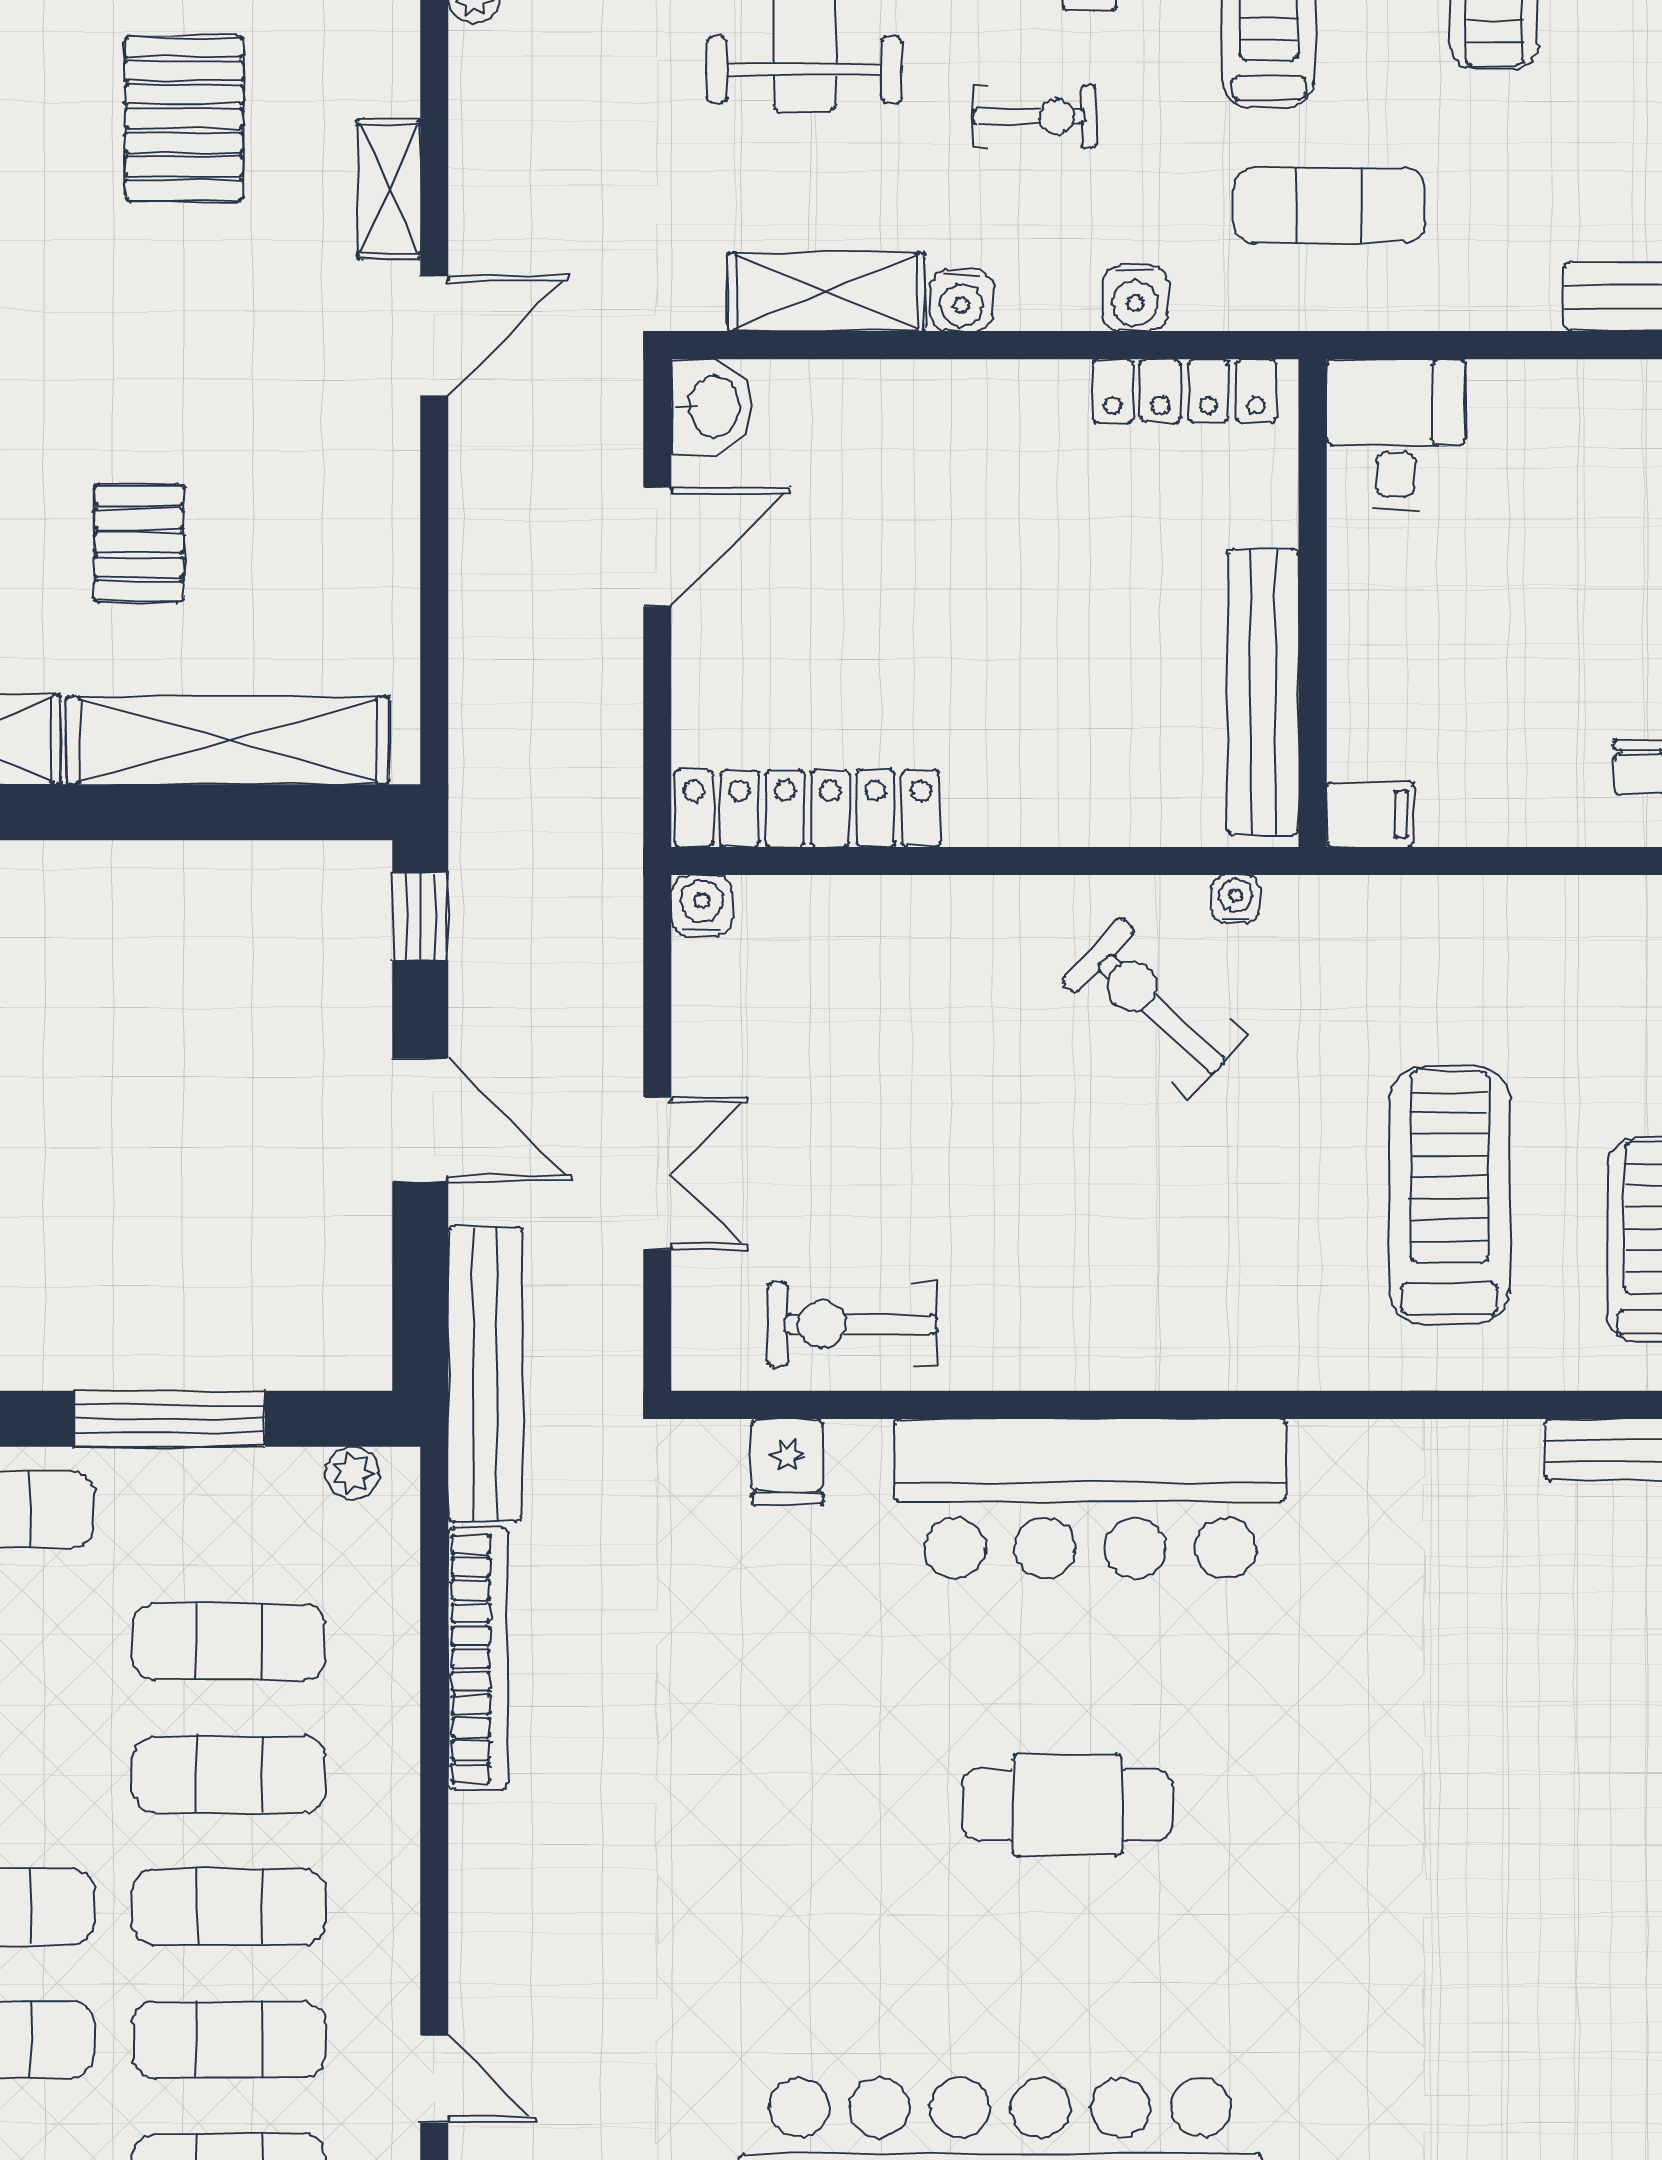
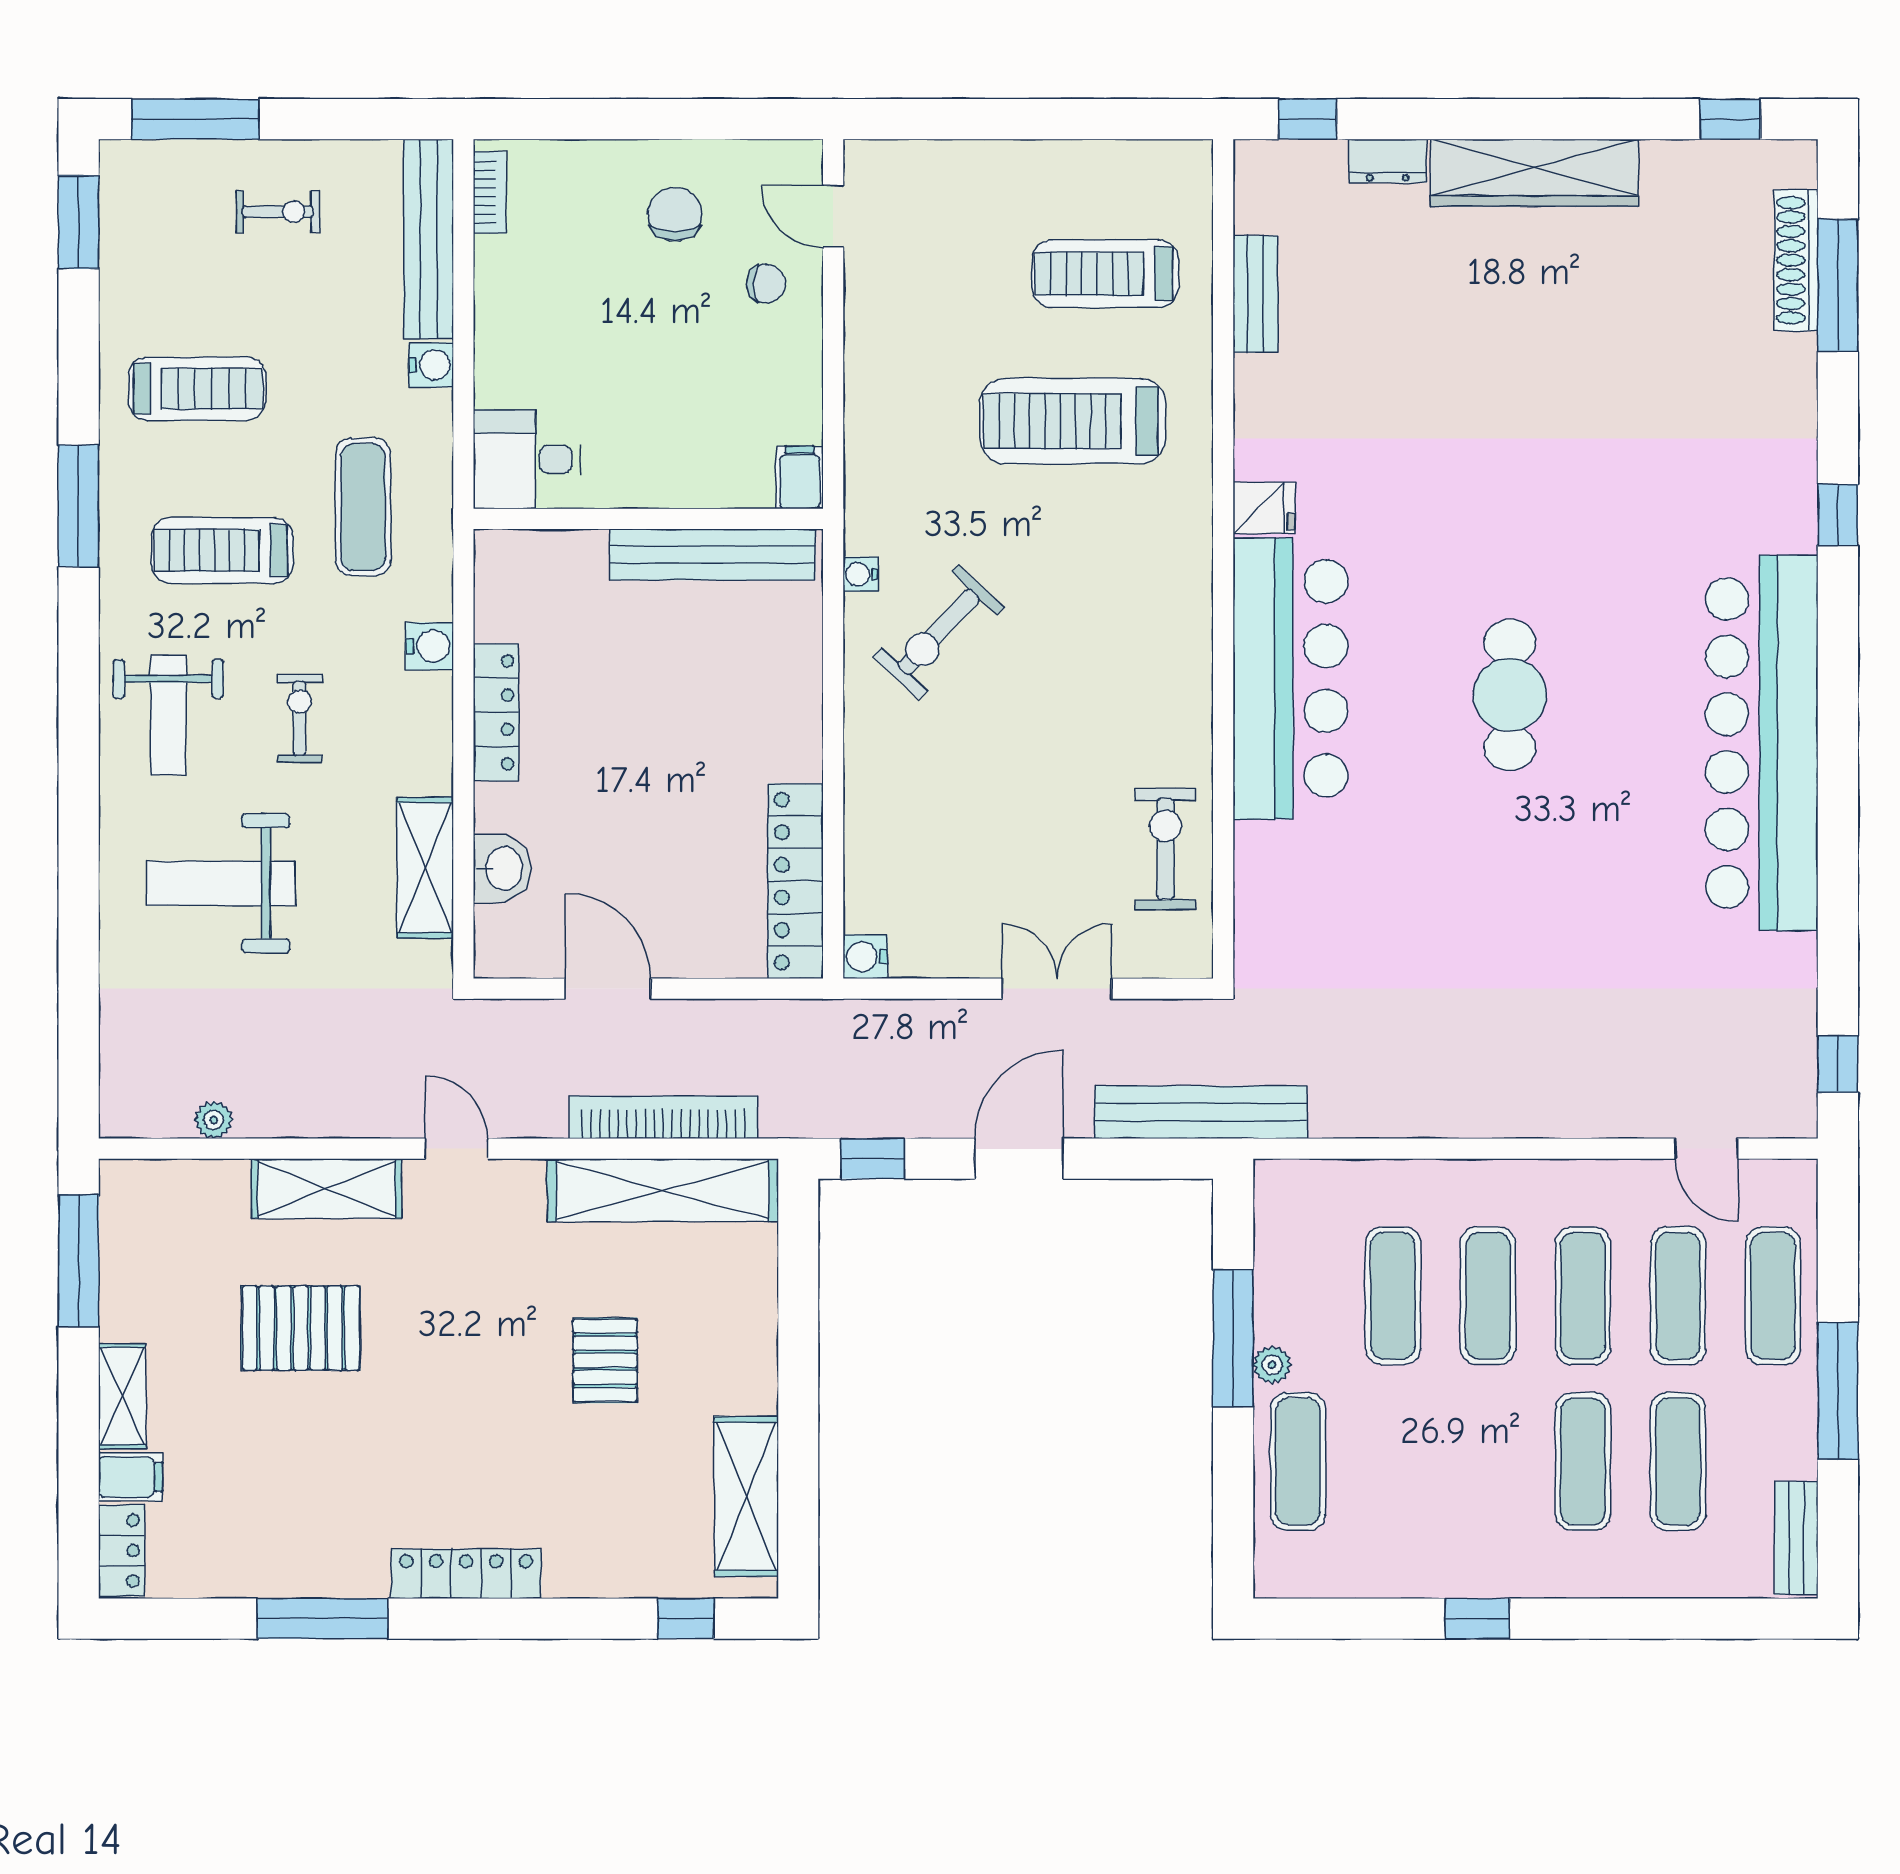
shelving: (389, 189) -> (326, 1189), width x1.50, depth x1.33
water cooler: (961, 300) -> (431, 365), moved
door: (434, 335) -> (456, 1149), width x0.73
locker: (1184, 391) -> (496, 712), moved
washbasin: (712, 407) -> (502, 868), moved, turned 90
pallet: (139, 543) -> (605, 1360), turned 90
shelving: (228, 740) -> (663, 1190), moved, turned 90
exercise bike: (852, 1324) -> (1165, 849), turned 180
fridge: (787, 1462) -> (1264, 508), moved
plant: (353, 1473) -> (1272, 1365), moved
bookcase: (478, 1659) -> (663, 1117), moved
door: (434, 2079) -> (1706, 1149), swing flipped

